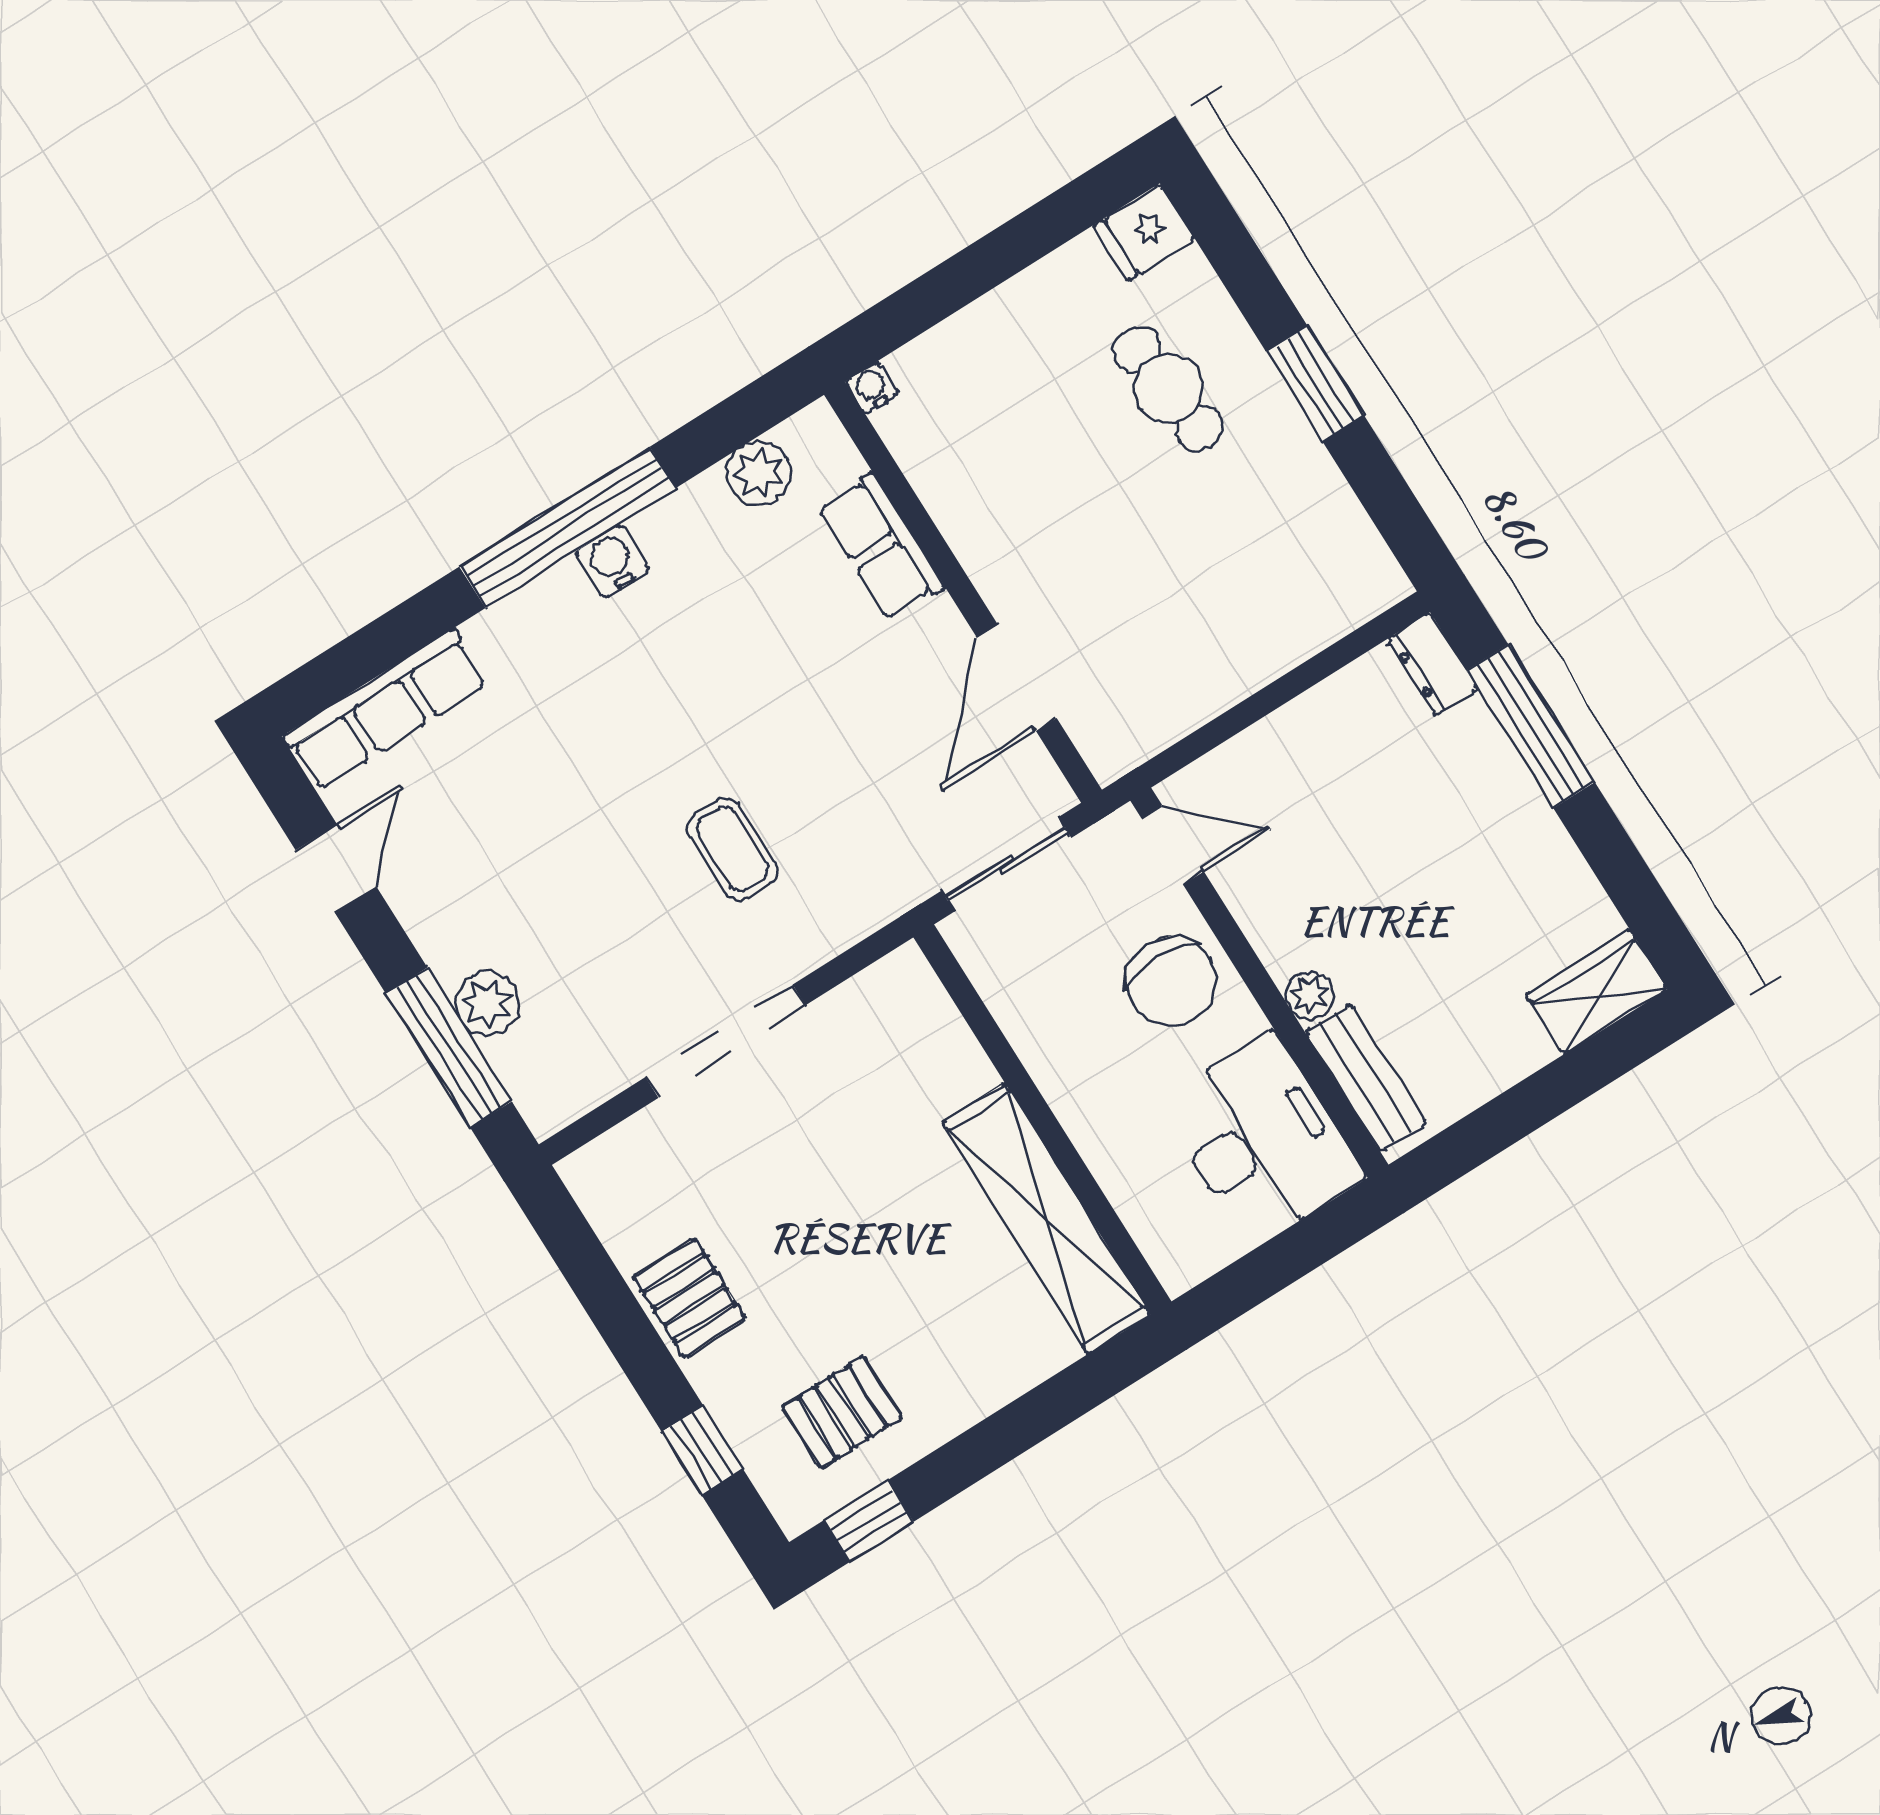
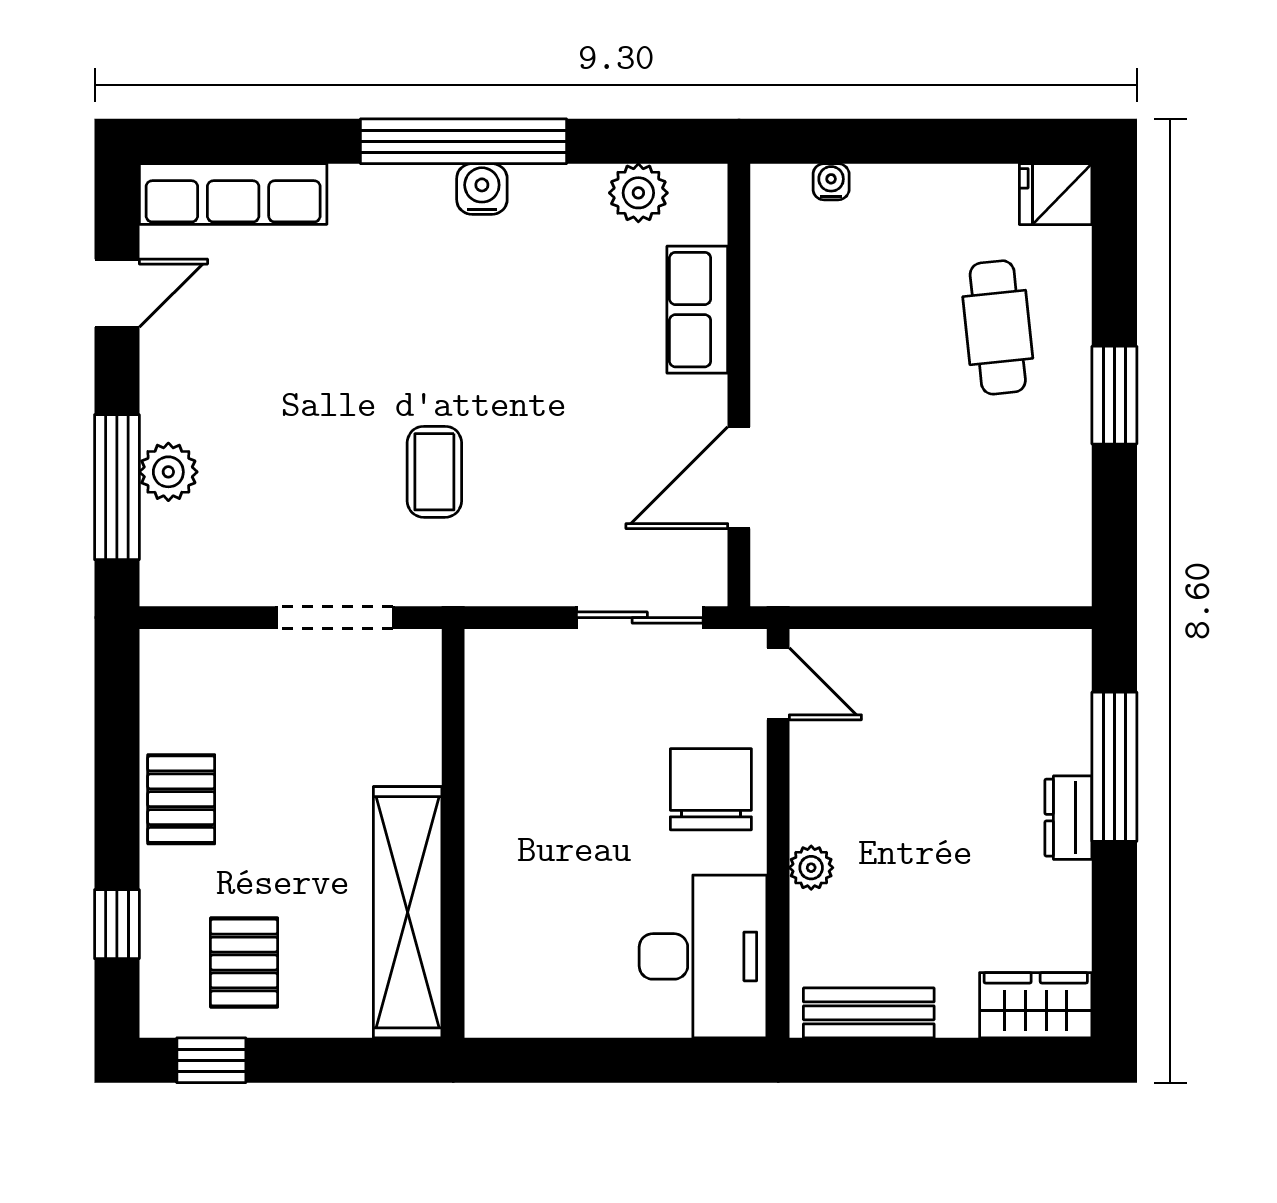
water cooler: (872, 388) -> (831, 182), moved
dresser: (1433, 664) -> (1068, 818), moved
chair: (1172, 981) -> (711, 789), turned 180
doorway: (725, 1041) -> (335, 618), width x0.73
bench: (1366, 1078) -> (869, 1013), moved, turned 90
wall: (1042, 1119) -> (453, 833), moved
shelving: (1046, 1219) -> (408, 912), moved
pallet: (842, 1412) -> (244, 963), turned 90

